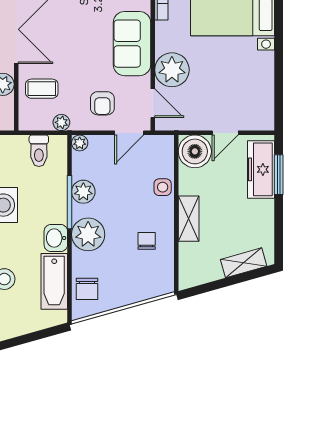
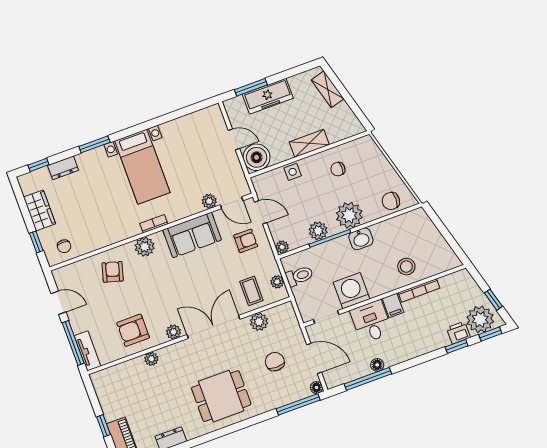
plant: (172, 70) -> (209, 201), width x0.53, depth x0.53
door: (153, 103) -> (232, 203), swing flipped
plant: (61, 122) -> (277, 282), moved
freezer: (261, 169) -> (268, 96), moved
bathtub: (54, 281) -> (394, 228), removed
chair: (87, 289) -> (391, 201), turned 180

